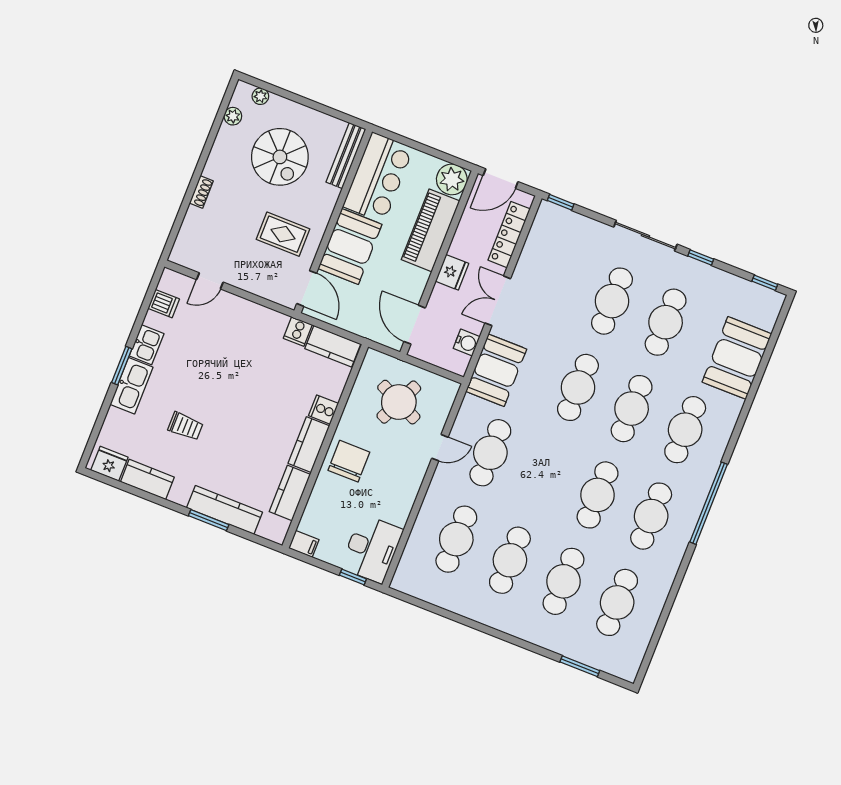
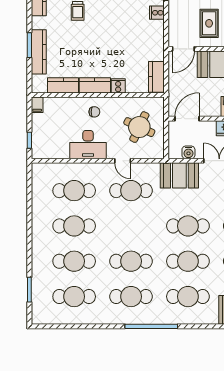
cooker: (298, 331) -> (157, 13), moved
chair: (349, 461) -> (94, 112), width x0.54, depth x0.54
desk: (372, 549) -> (88, 145), moved

